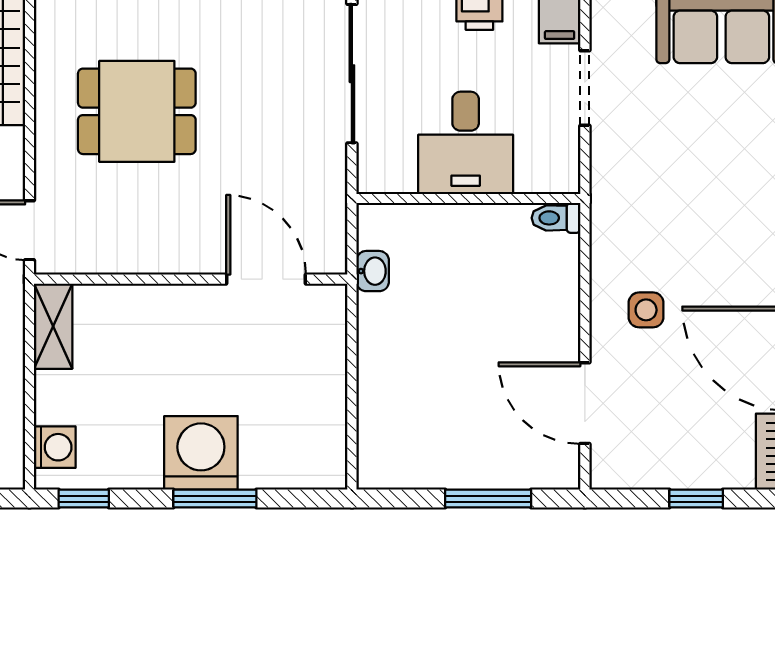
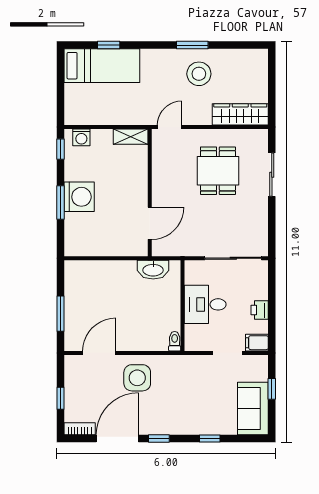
washbasin: (373, 271) -> (153, 270), width x1.91, depth x1.45
side table: (646, 310) -> (137, 378), width x1.87, depth x1.87

